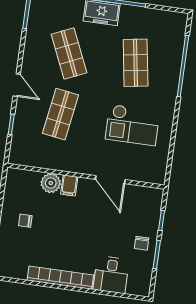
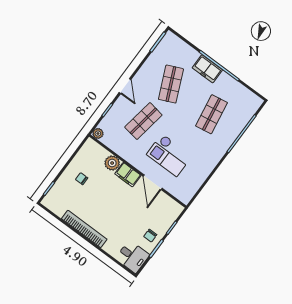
checkout: (133, 125) -> (169, 155), moved
plant: (15, 158) -> (98, 133), added
filing cabinet: (69, 185) -> (128, 175), width x2.00
desk: (111, 275) -> (132, 257), moved, turned -90

